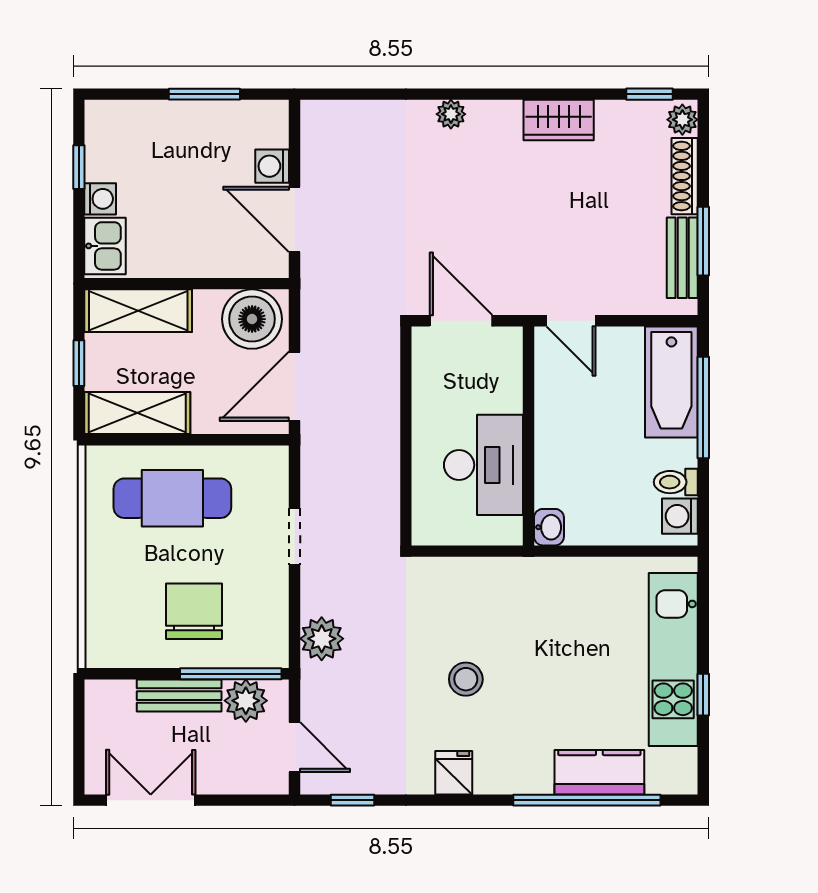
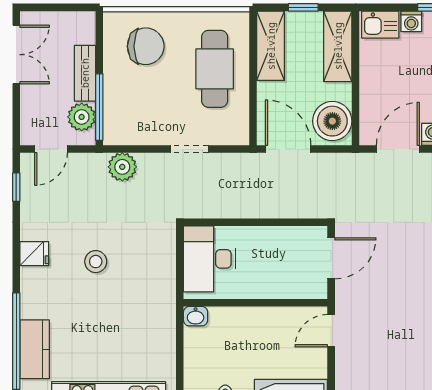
desk: (483, 465) -> (209, 259), moved, turned 90
chair: (194, 611) -> (146, 46), moved

